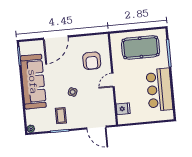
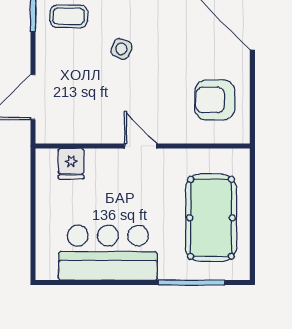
armchair: (92, 61) -> (215, 100), moved

